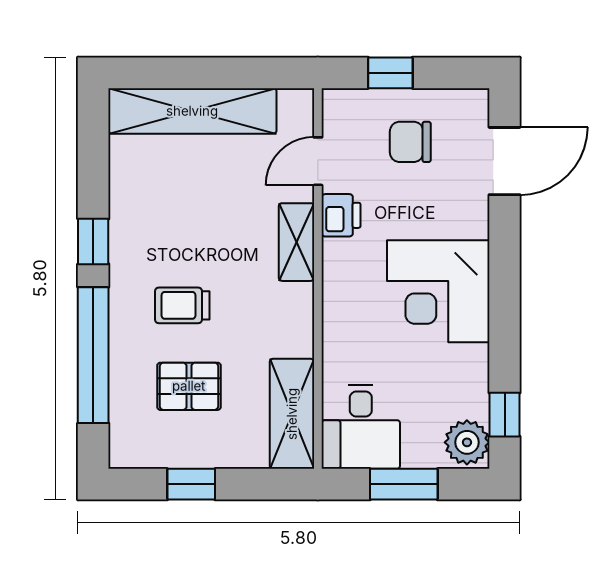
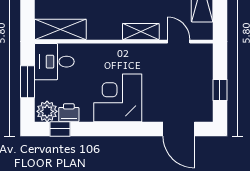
window: (390, 73) -> (220, 90), moved
chair: (410, 142) -> (188, 85), removed
printer: (341, 215) -> (69, 113), moved, turned 180

